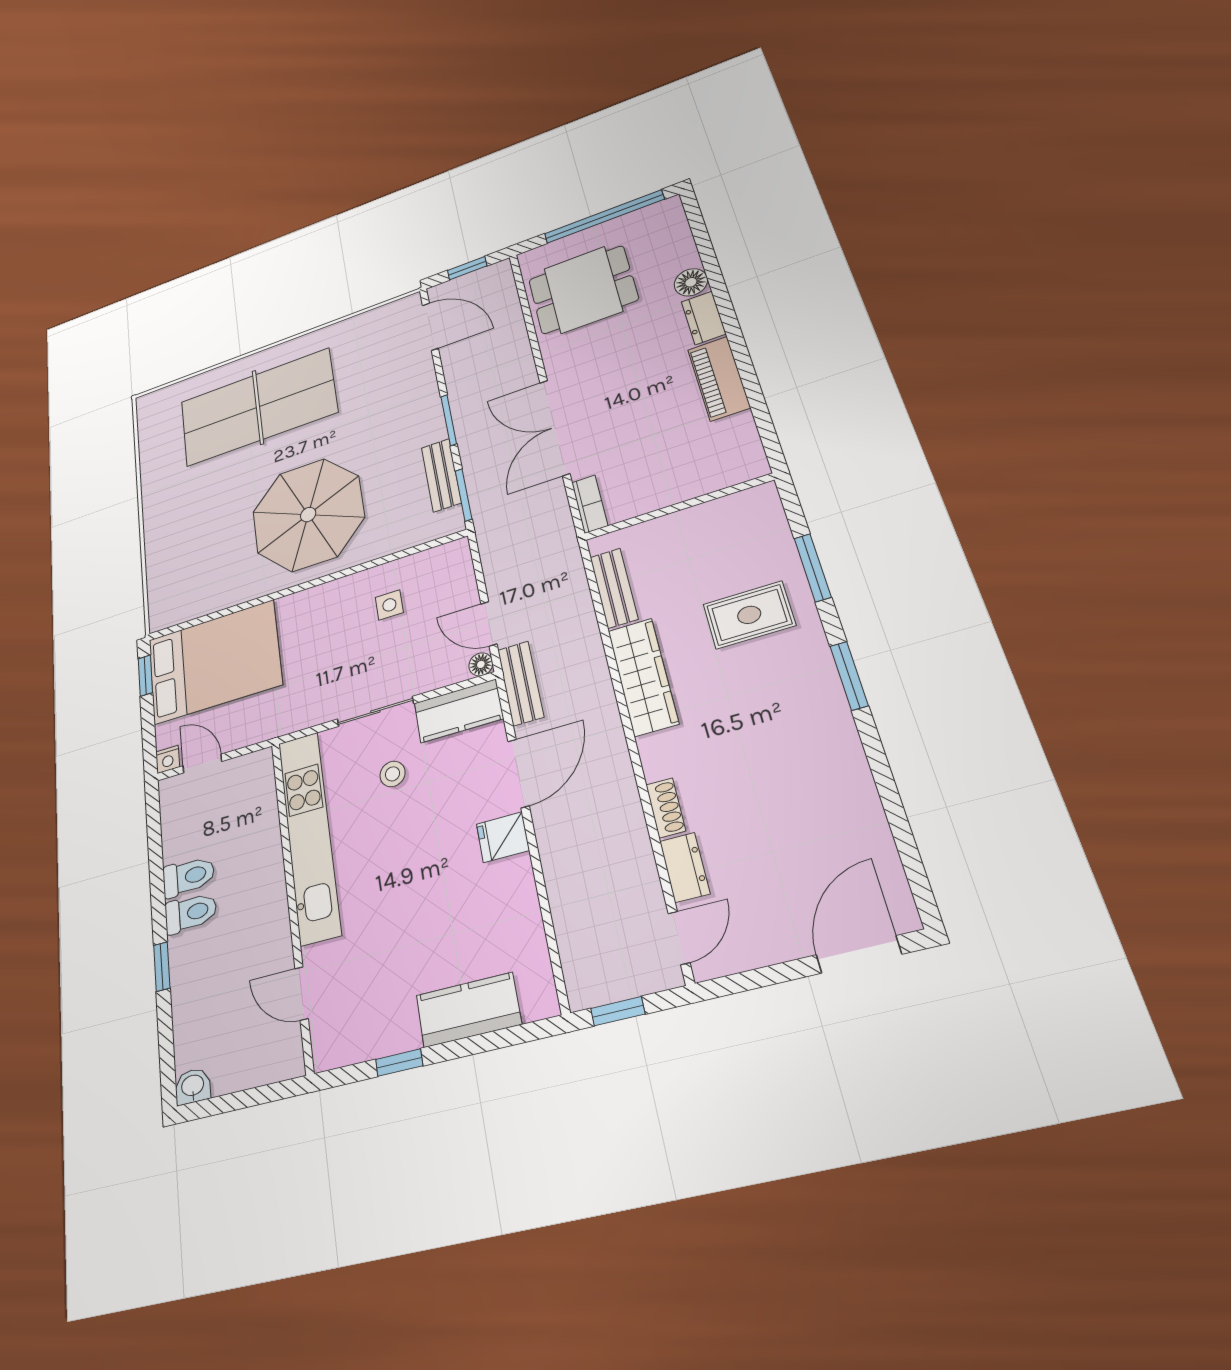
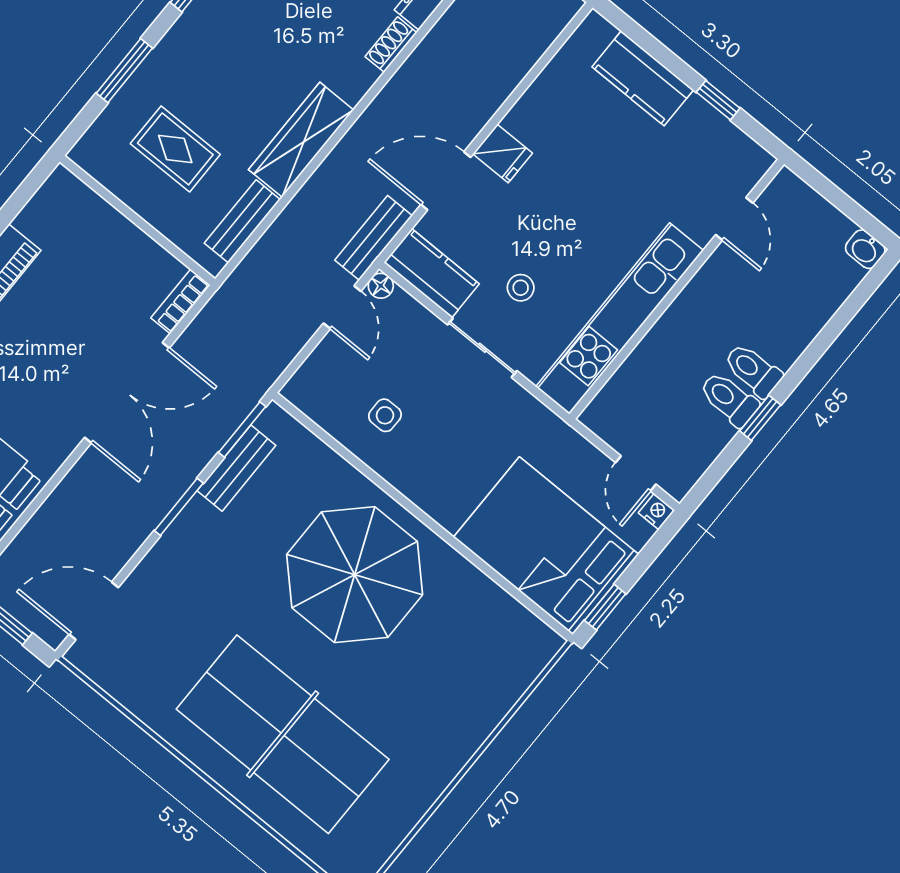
door: (430, 327) -> (94, 611), hinge flipped
rug: (749, 615) -> (175, 149), moved
window: (162, 967) -> (760, 418), moved

